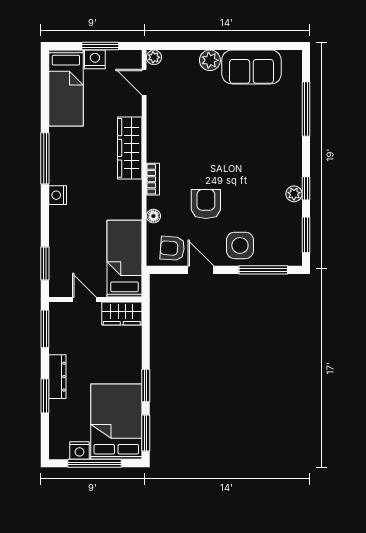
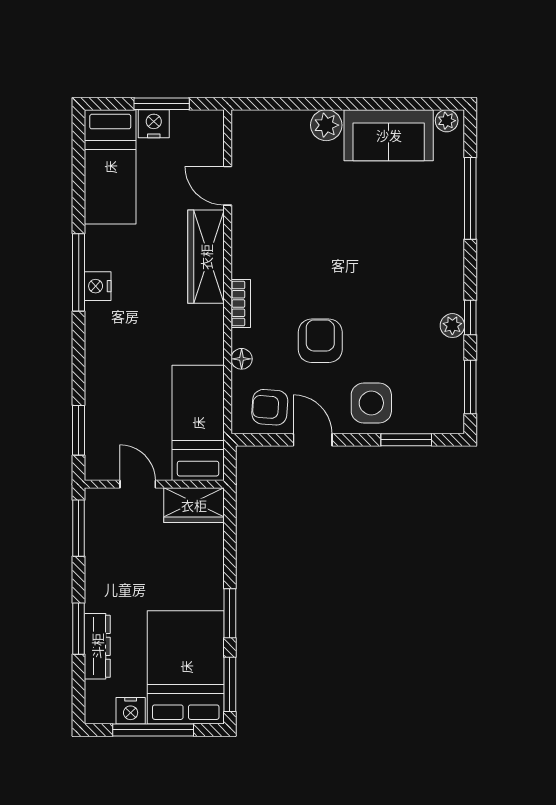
plant: (154, 57) -> (447, 121), moved
door: (144, 82) -> (228, 186), moved
nightstand: (58, 195) -> (98, 286), moved
window: (263, 270) -> (406, 440), width x0.69
dresser: (57, 377) -> (97, 646), moved

